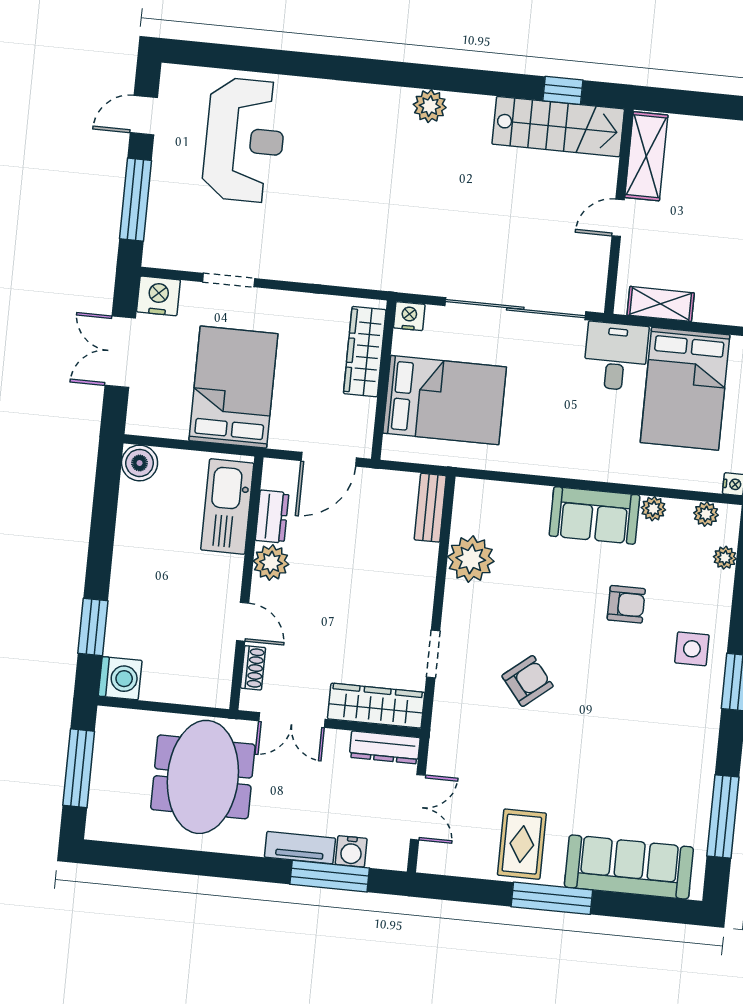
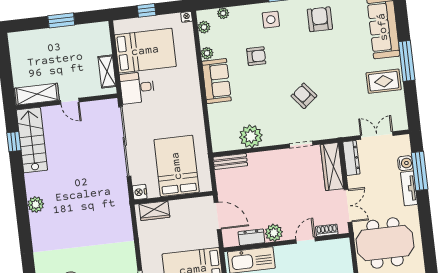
wardrobe: (365, 352) -> (154, 211), width x0.67
armchair: (626, 604) -> (256, 56), turned 90
armchair: (671, 745) -> (320, 19), added

